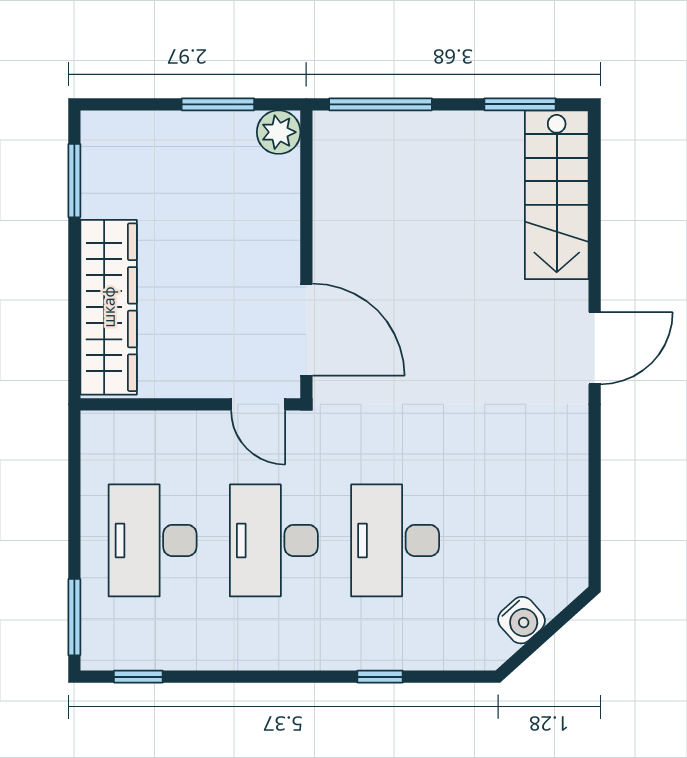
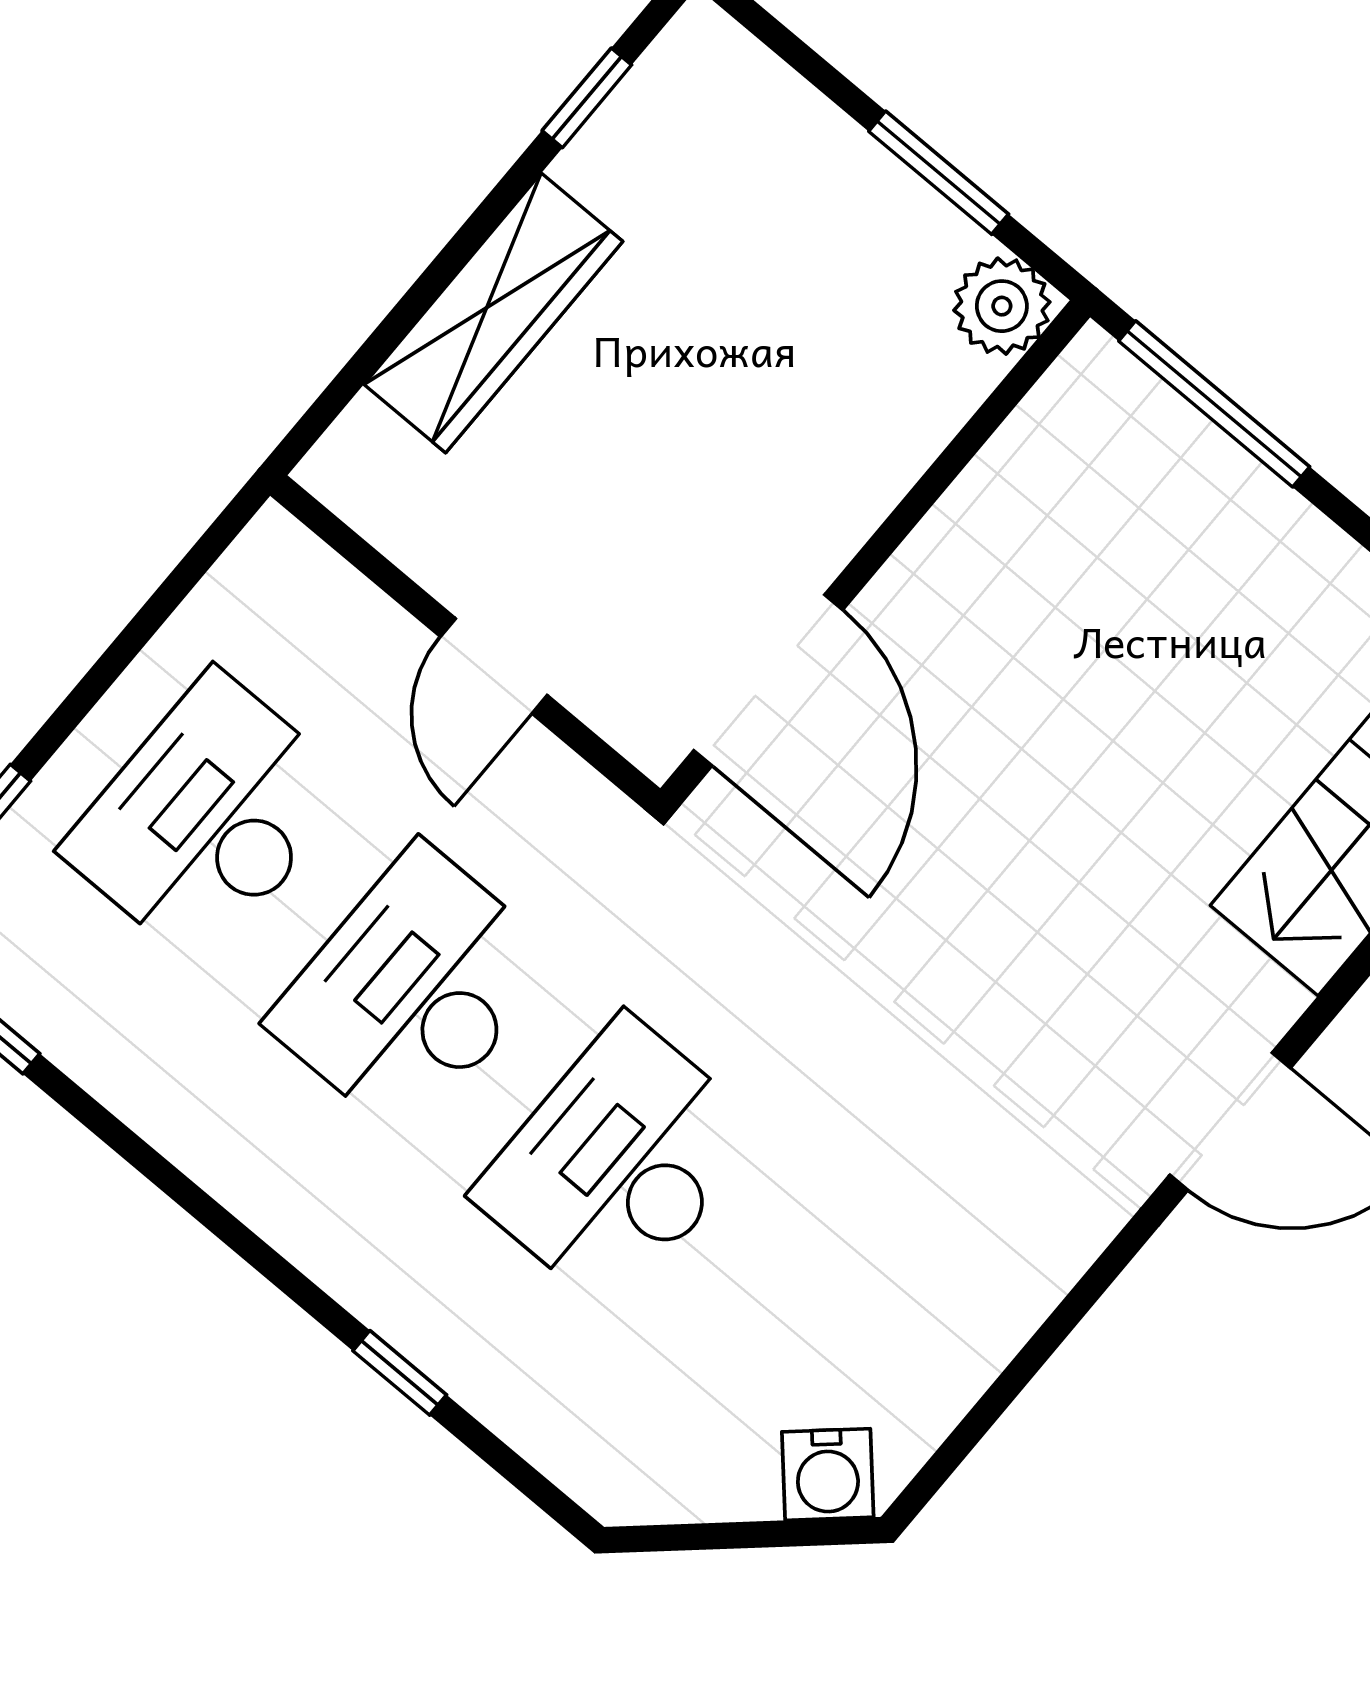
window: (74, 181) -> (587, 98), width x0.67
wardrobe: (109, 307) -> (493, 313), width x0.71, depth x0.85
door: (258, 404) -> (494, 666), moved
water cooler: (522, 620) -> (828, 1474), moved

